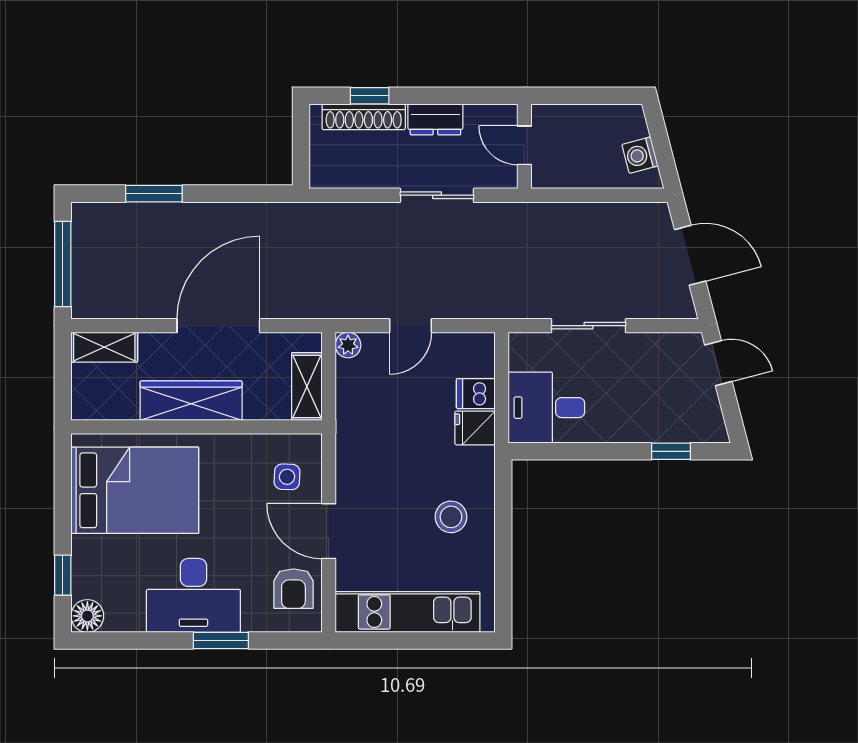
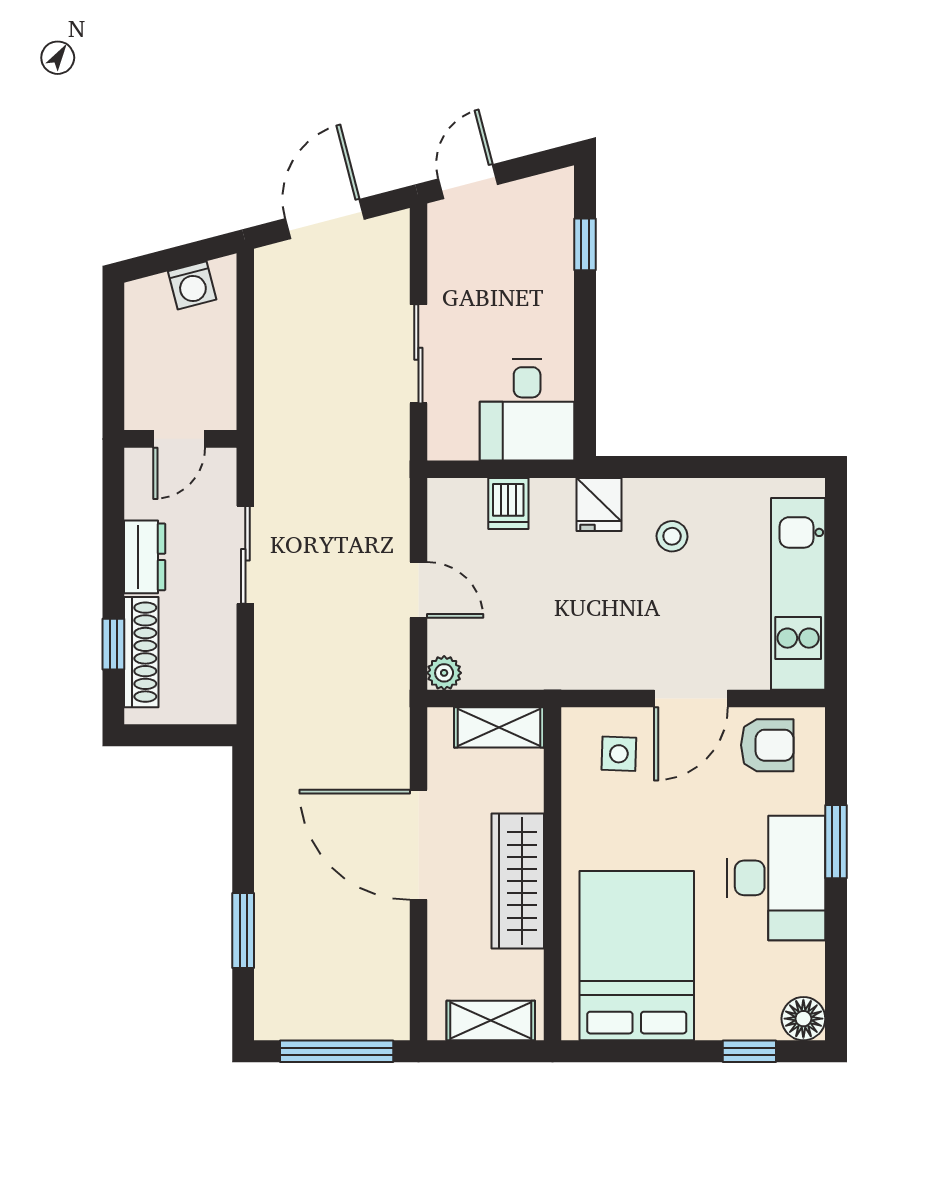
shelving: (104, 347) -> (491, 1021), moved, turned 90
fridge: (475, 428) -> (599, 504), moved
stool: (451, 517) -> (672, 536), width x0.73, depth x0.73

